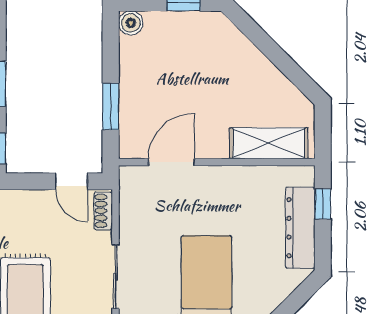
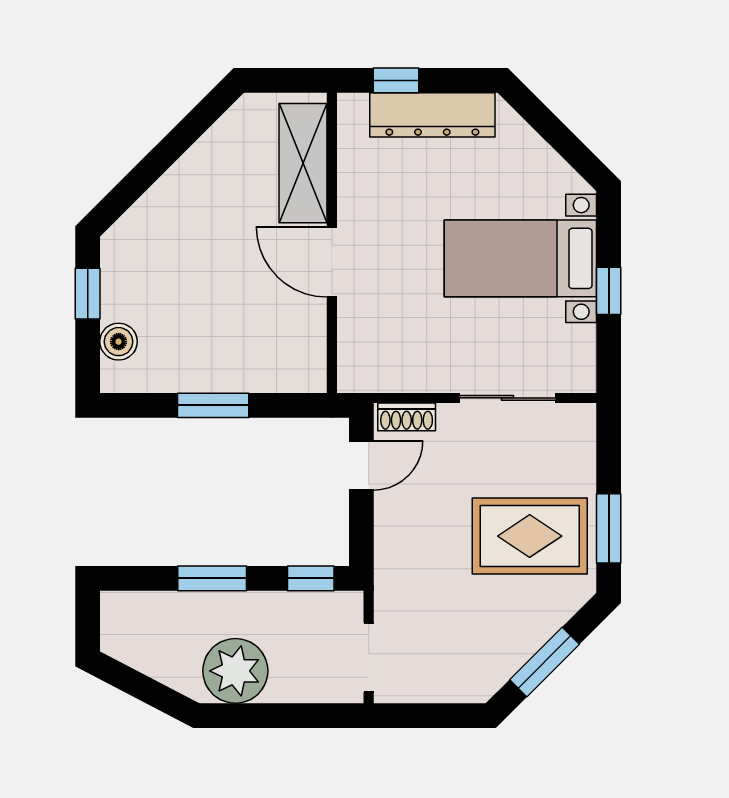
boiler: (131, 23) -> (119, 342), moved
window: (111, 107) -> (213, 405), moved
door: (171, 162) -> (332, 262), moved

